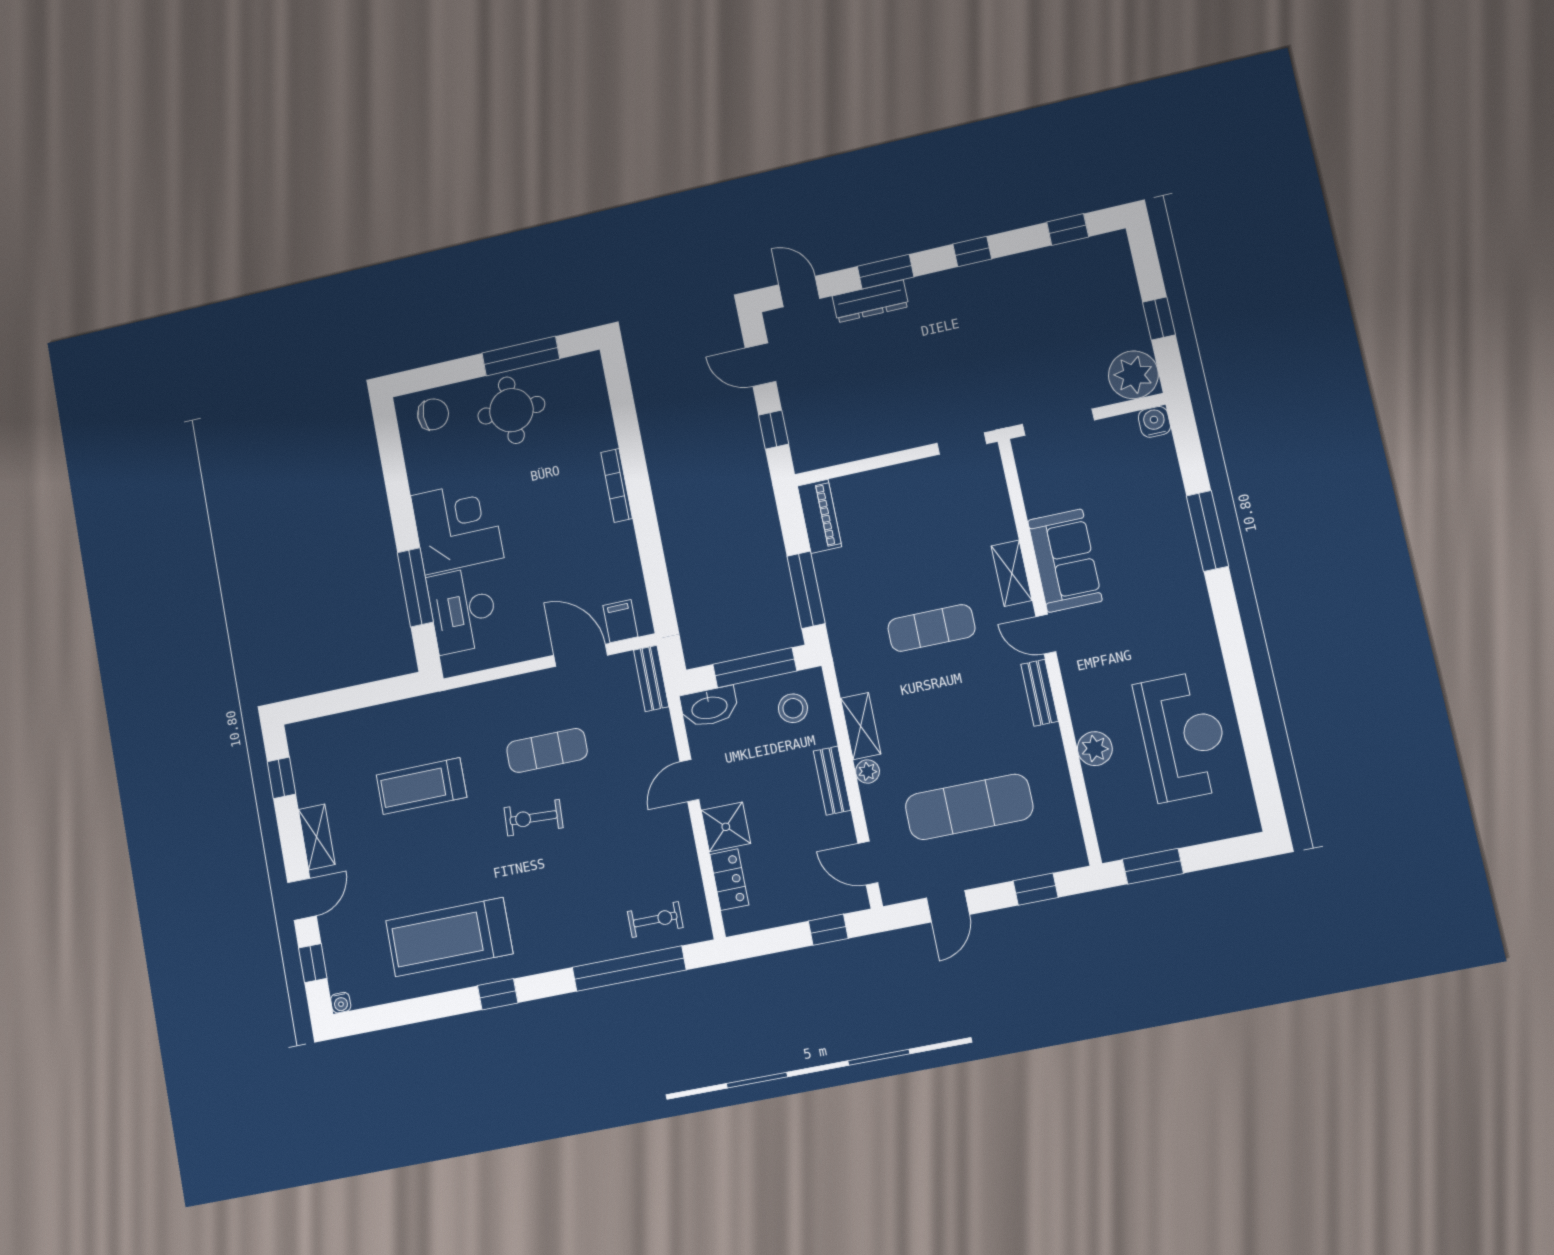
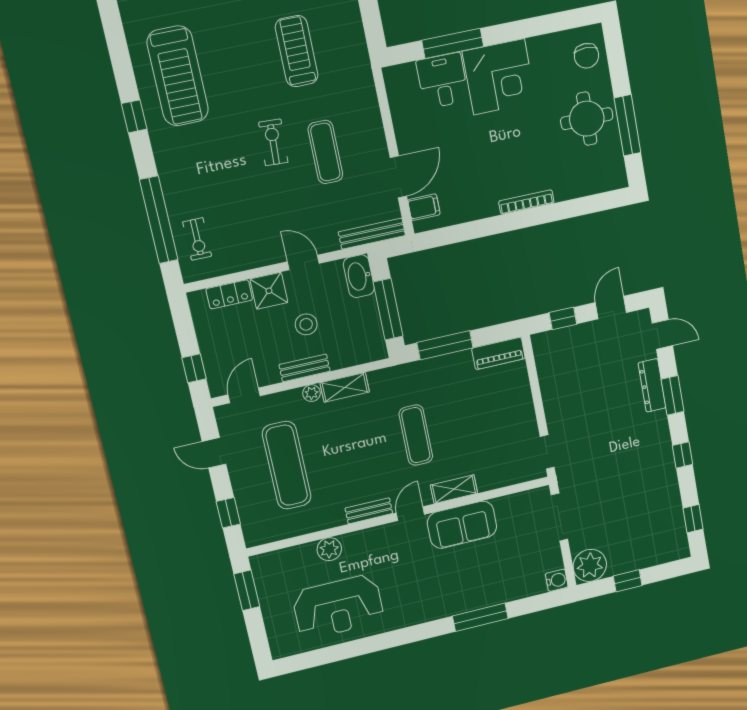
door: (799, 292) -> (662, 334), hinge flipped
desk: (463, 610) -> (443, 81), width x0.73
bench: (651, 678) -> (372, 234), width x1.36
stool: (793, 708) -> (306, 324), moved
treadmill: (449, 937) -> (178, 76), turned 180

